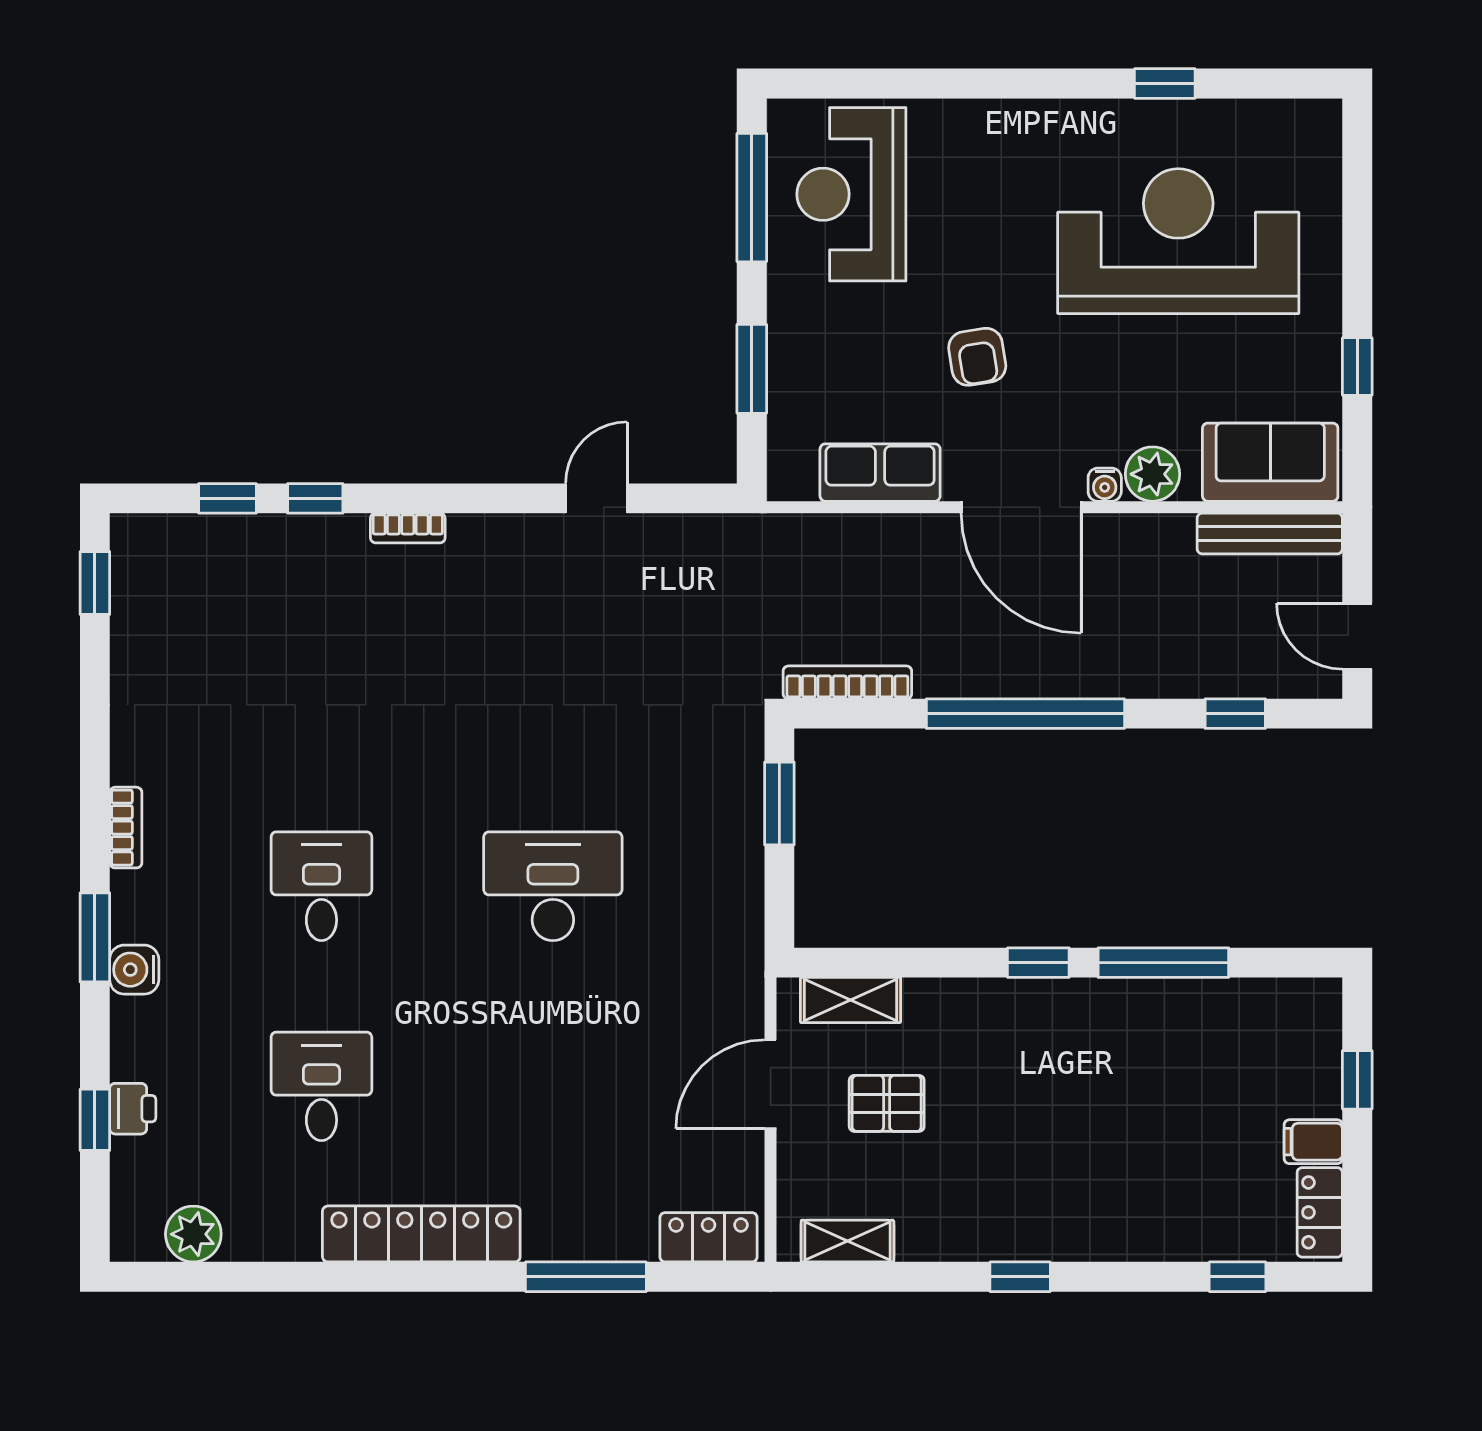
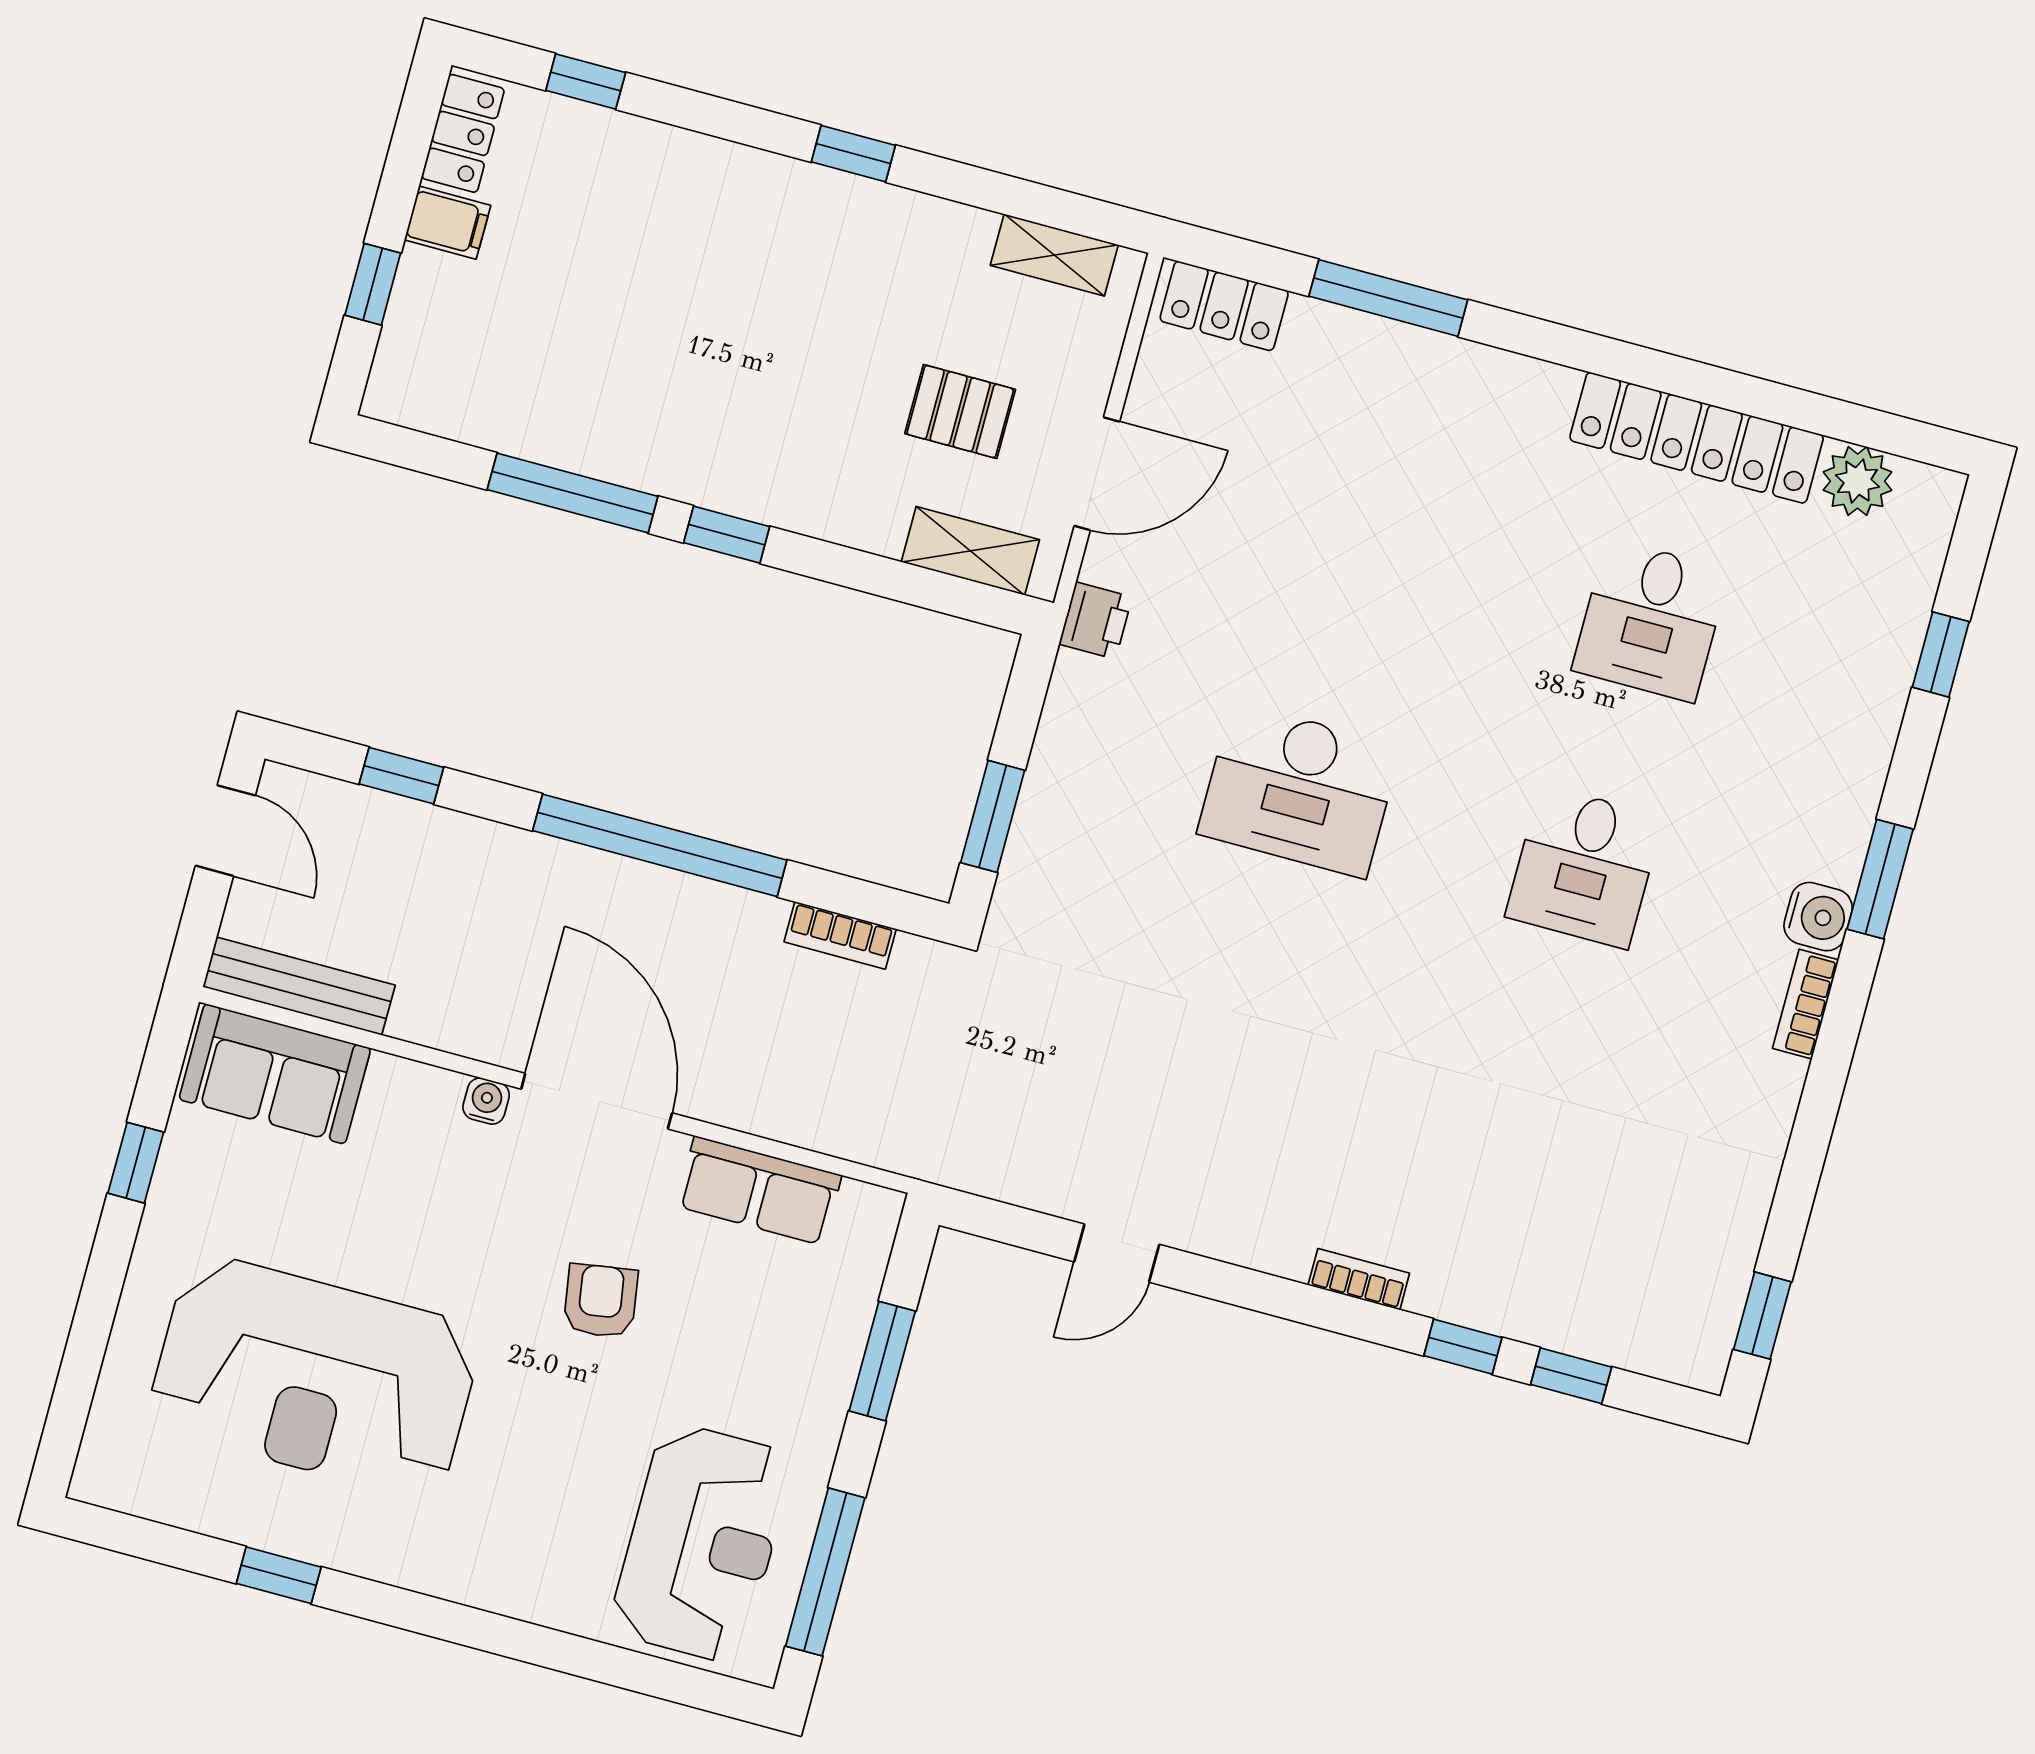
plant: (1152, 474) -> (424, 1098), removed
bookcase: (847, 682) -> (840, 935), width x0.64
water cooler: (134, 970) -> (1818, 917), moved
printer: (133, 1109) -> (1096, 620), moved, turned 180
locker: (421, 1234) -> (1697, 438), moved

